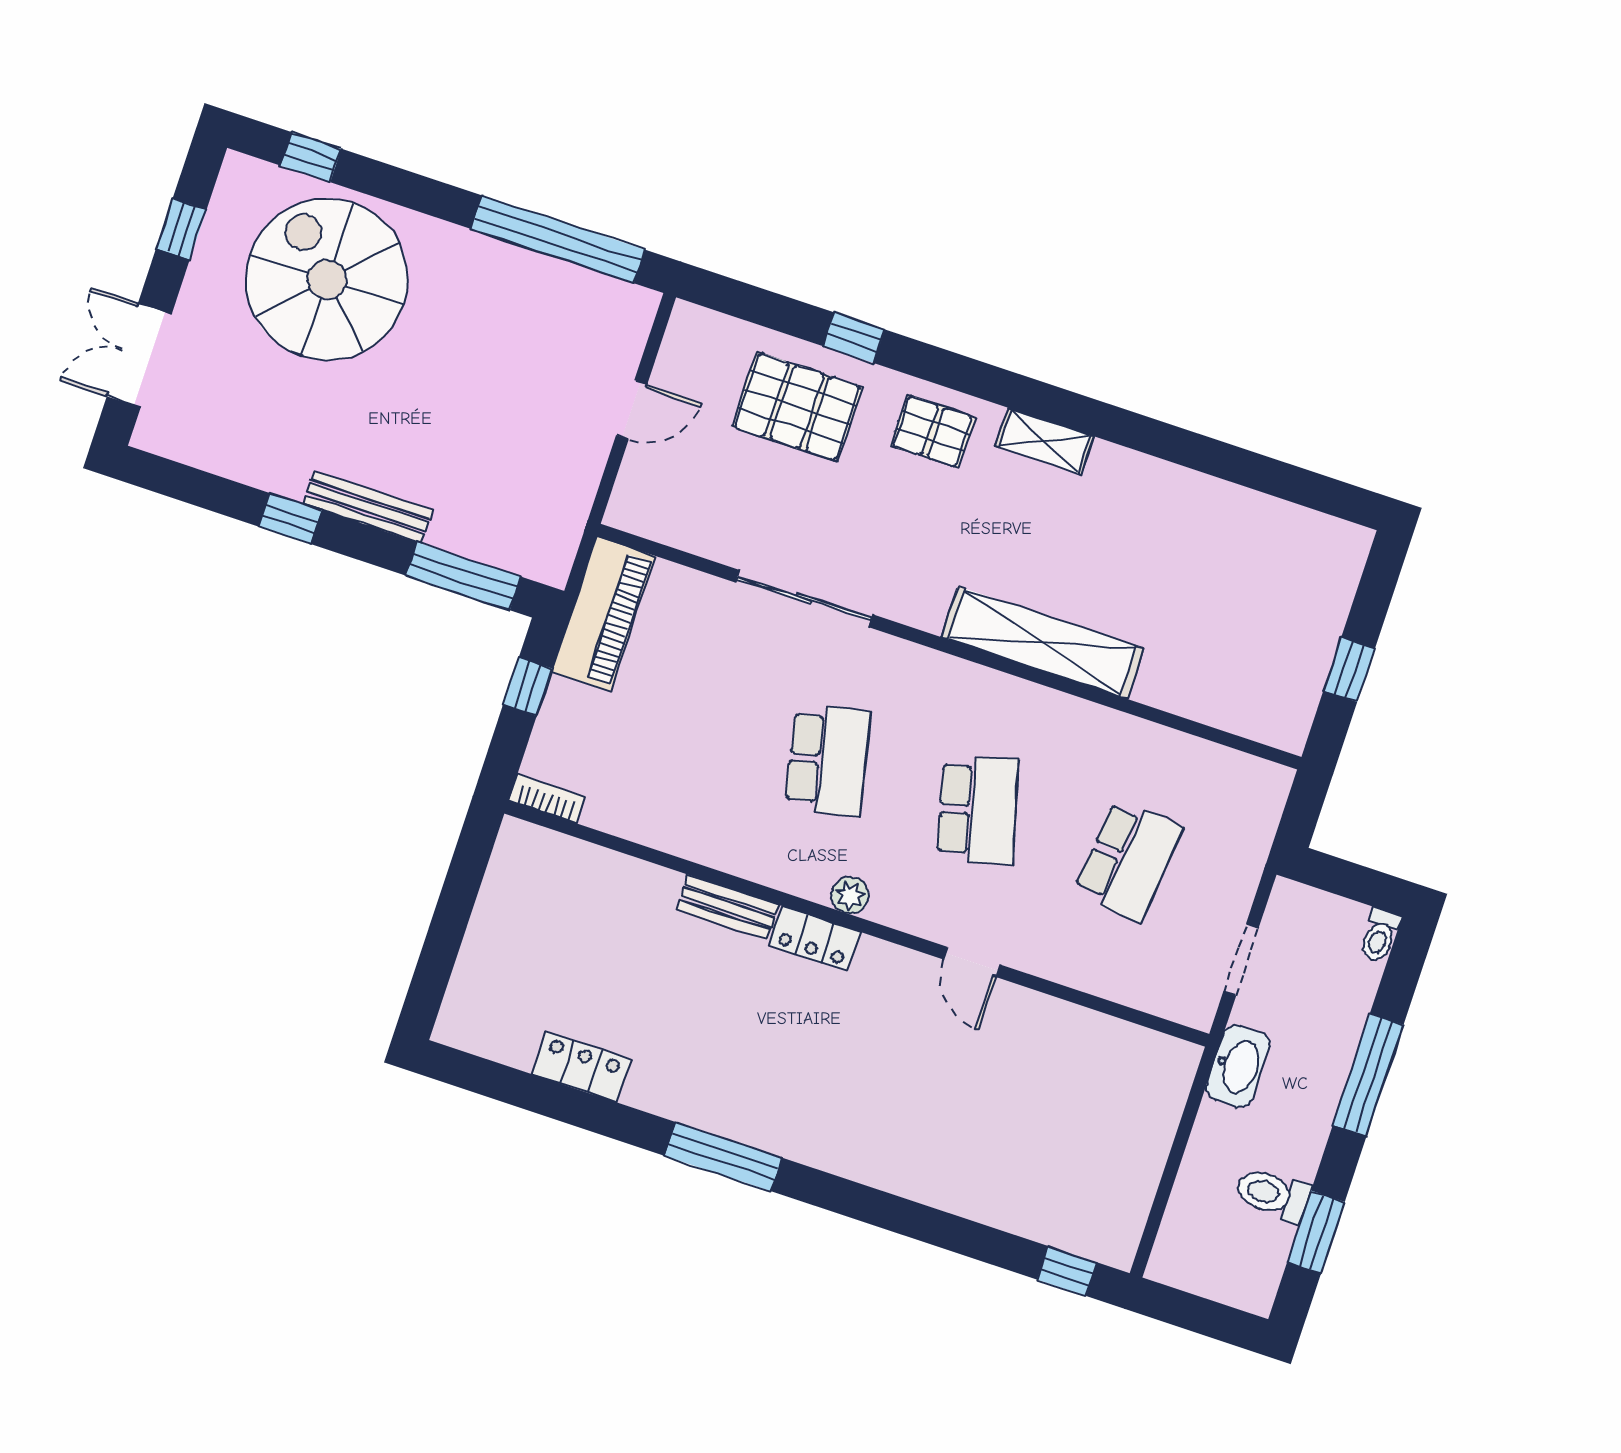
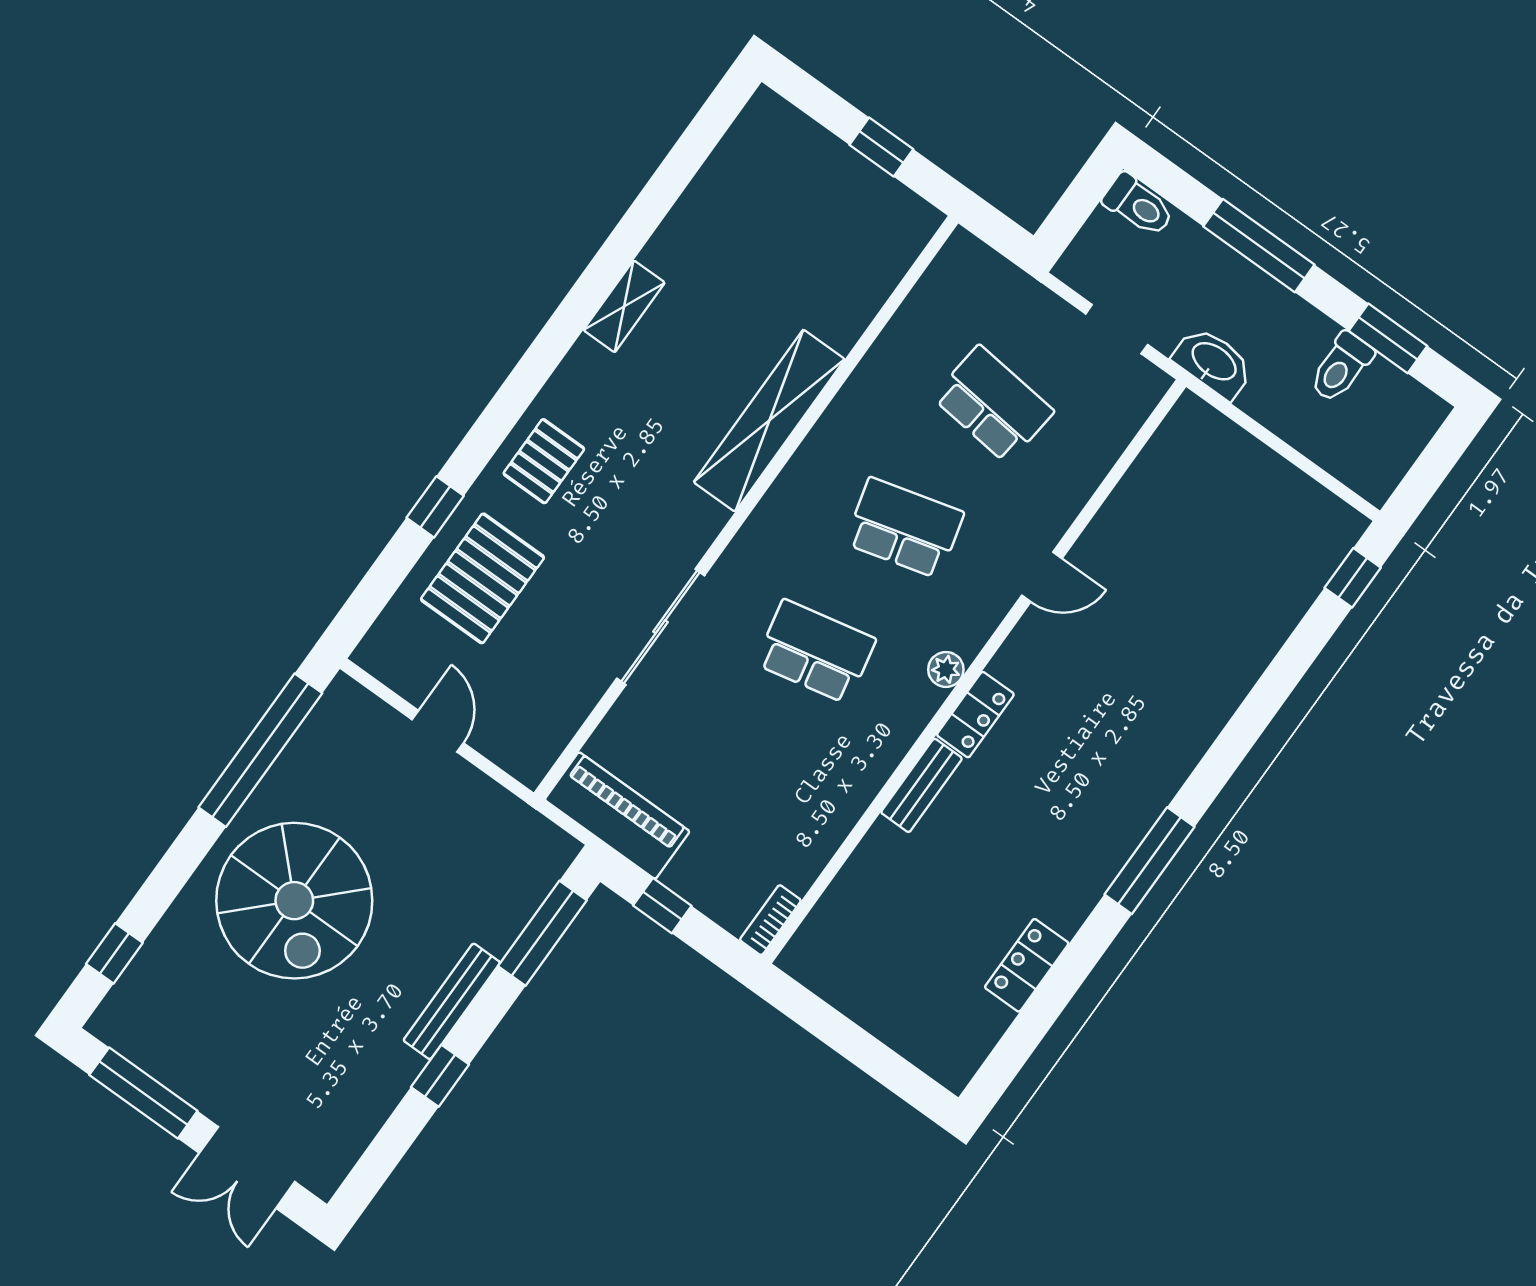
window: (181, 229) -> (143, 1093), width x2.17
spiral stairs: (327, 279) -> (294, 901), moved, turned -90
shelving: (1045, 441) -> (624, 306), moved
toilet: (1380, 935) -> (1138, 205), width x1.37, depth x1.39

